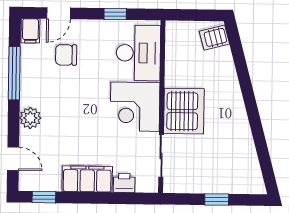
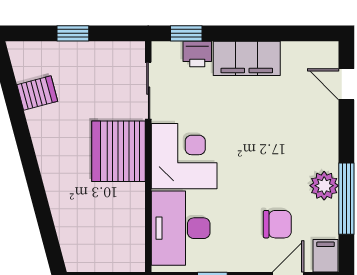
server rack: (214, 38) -> (37, 93), moved
plant: (30, 118) -> (324, 186), moved
window: (44, 197) -> (186, 33), moved

